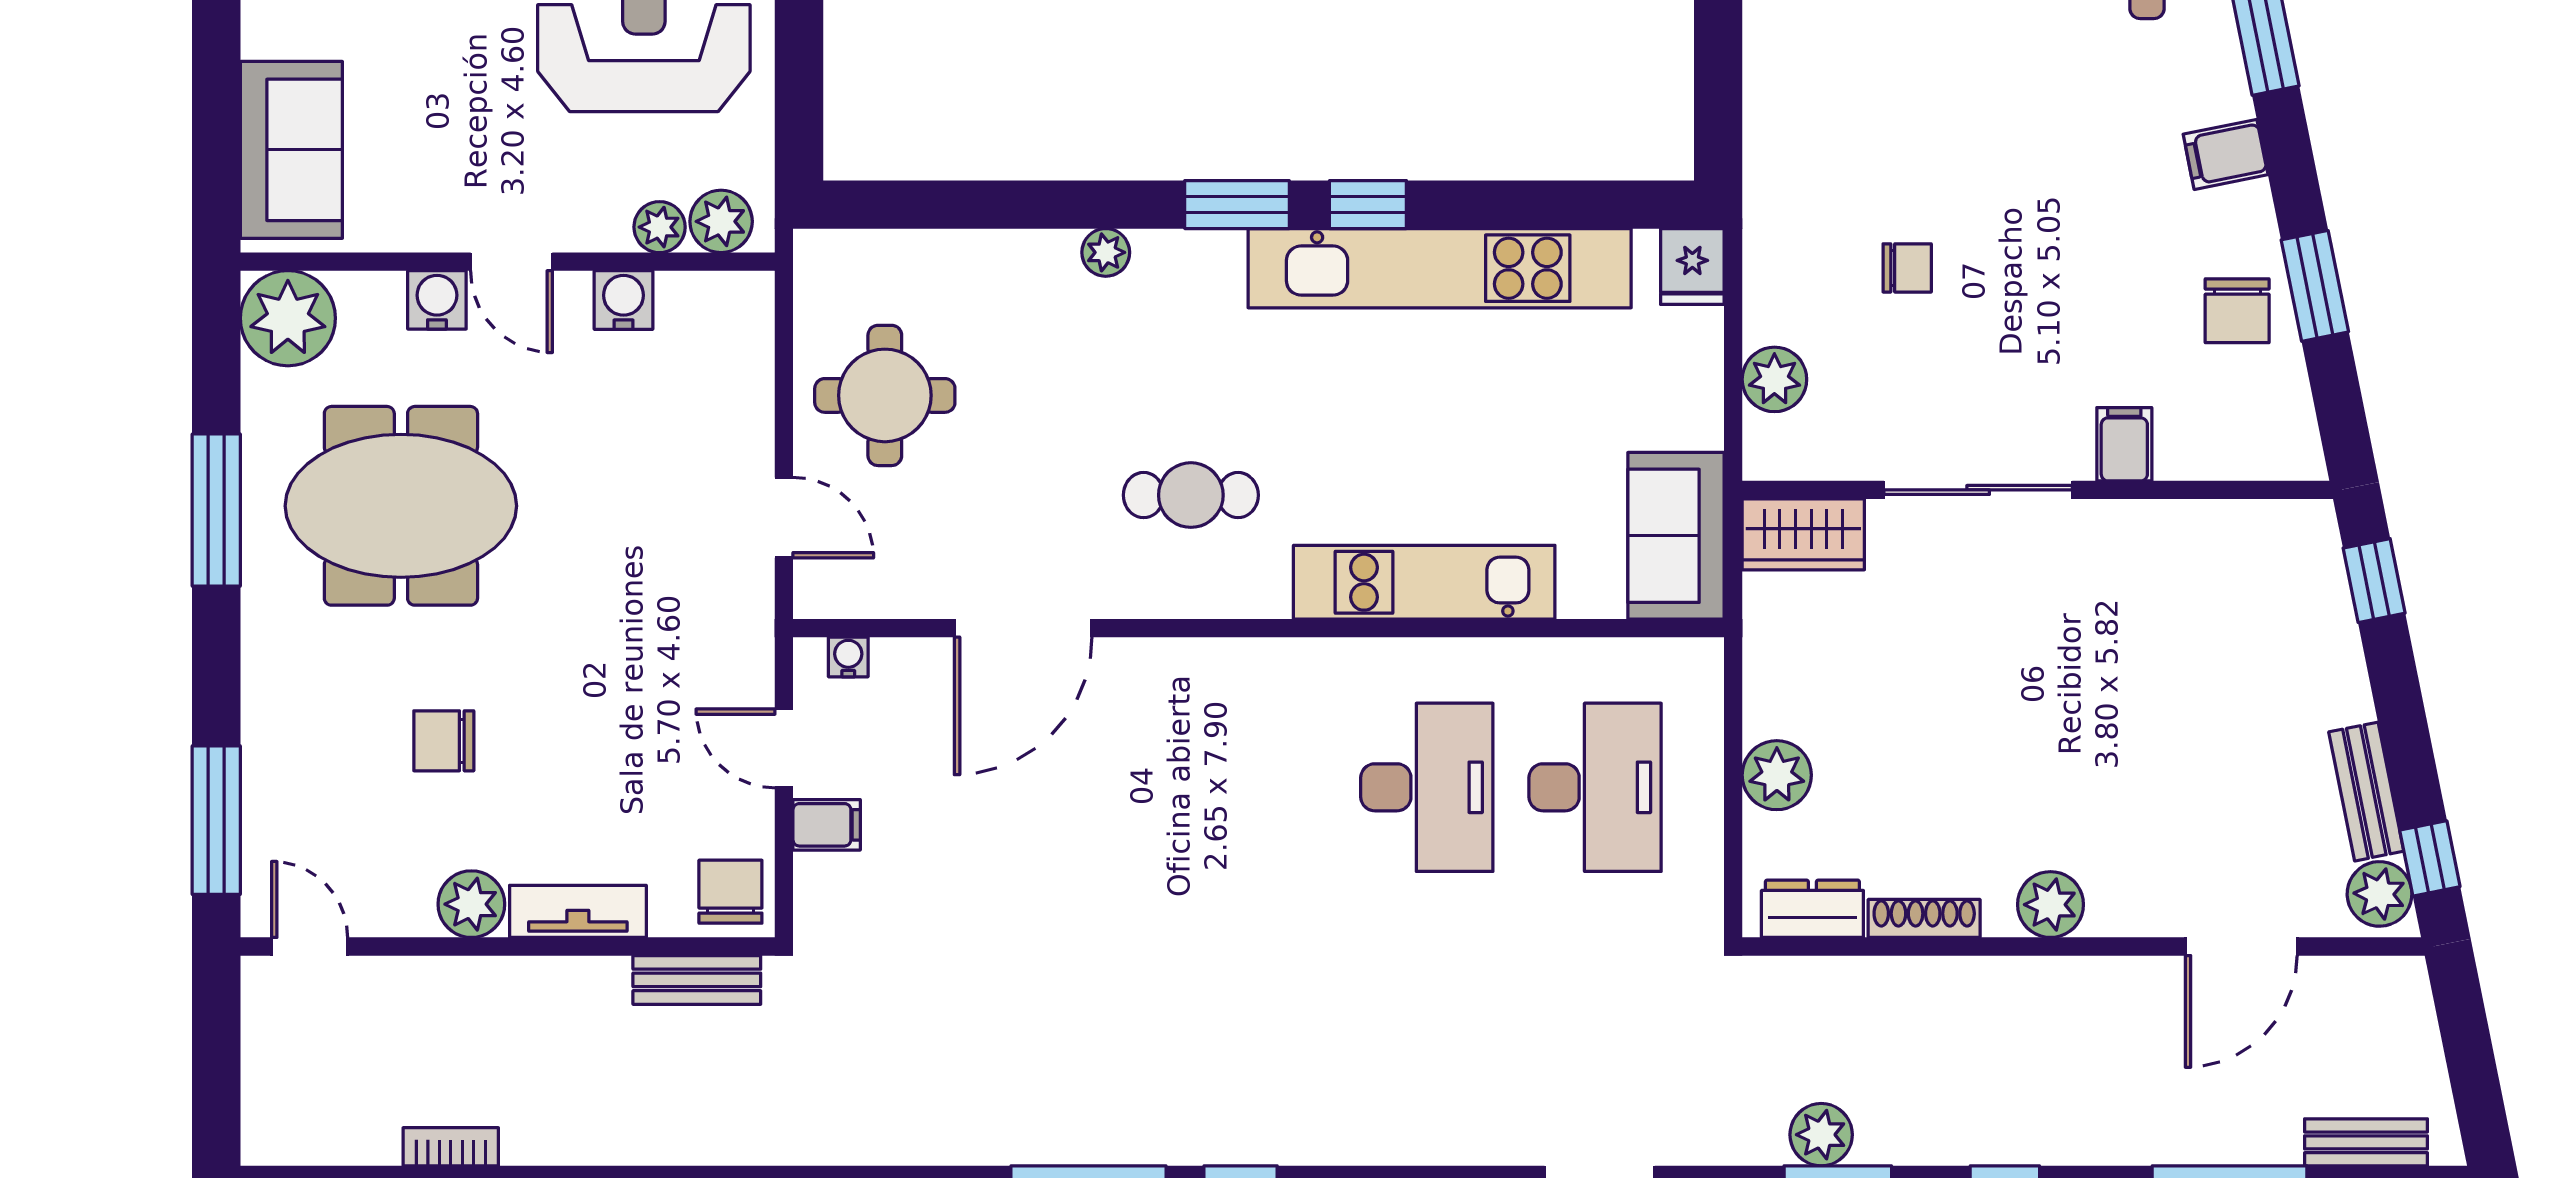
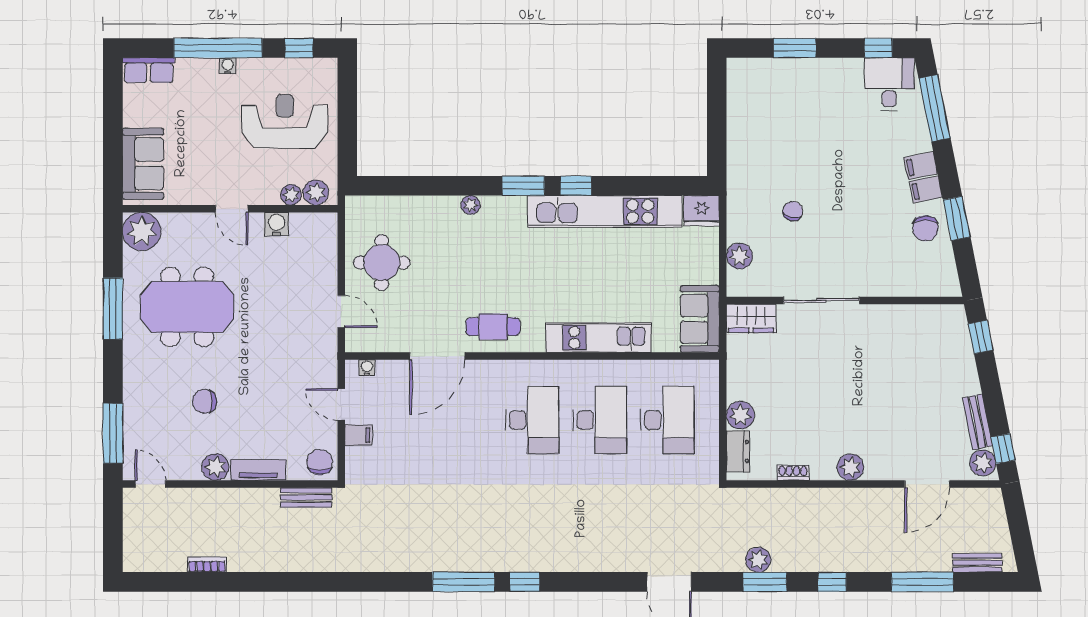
fridge: (1692, 267) -> (701, 211), width x1.38
chair: (1907, 268) -> (793, 211), turned -75
water cooler: (437, 300) -> (202, 224), removed
filing cabinet: (2124, 444) -> (926, 189), moved, turned -101
cafe table: (1191, 495) -> (493, 327), moved
desk: (1259, 787) -> (532, 420), added
dresser: (1812, 909) -> (738, 451), moved, turned 90
shoe rack: (1924, 918) -> (793, 473), width x0.70

